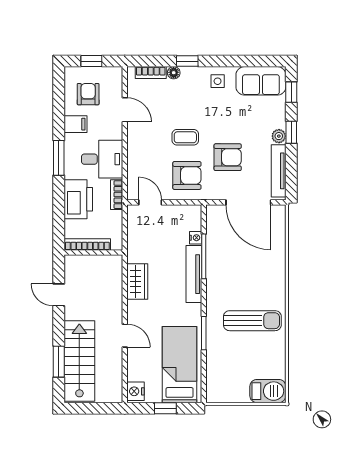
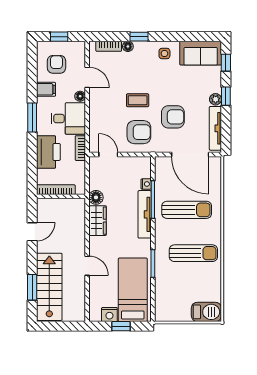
floor lamp: (116, 132) -> (80, 96), added
floor lamp: (135, 254) -> (96, 197), added
sun lounger: (244, 269) -> (187, 210), added
door: (59, 295) -> (32, 232), swing flipped
nightstand: (136, 391) -> (109, 315), moved, turned -90

